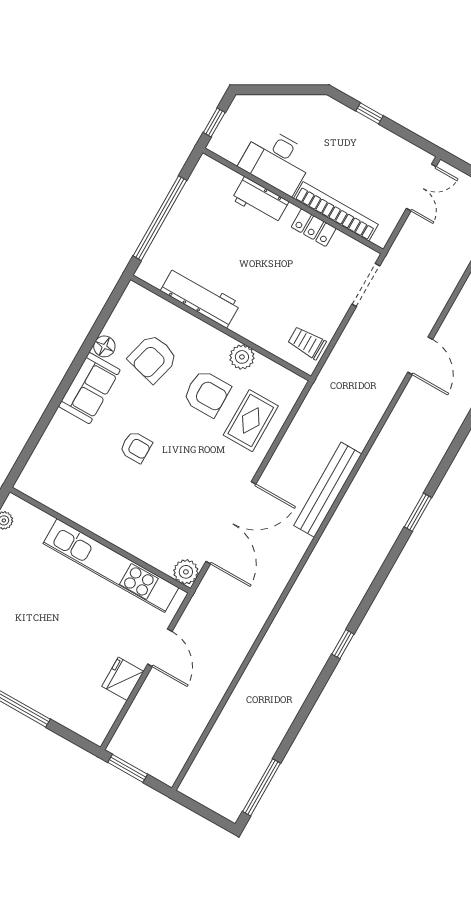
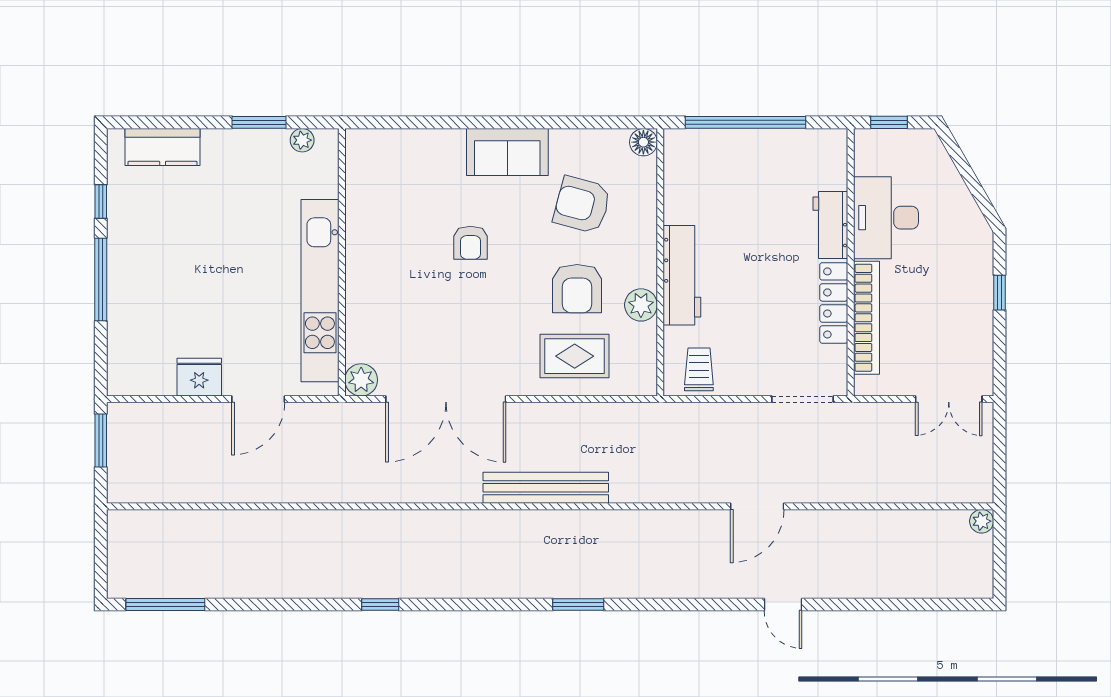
locker: (314, 228) -> (834, 303), width x1.53
workbench: (200, 297) -> (682, 275), moved
floor lamp: (104, 346) -> (643, 142), moved

